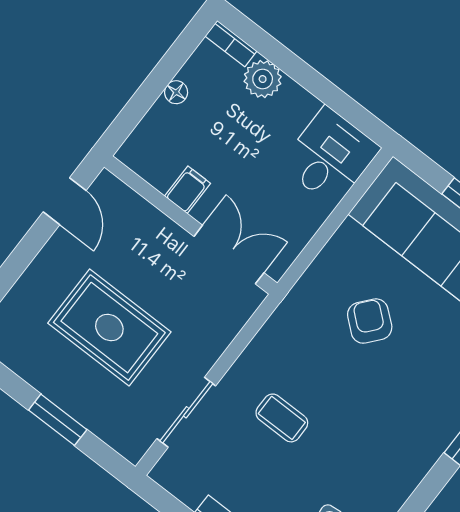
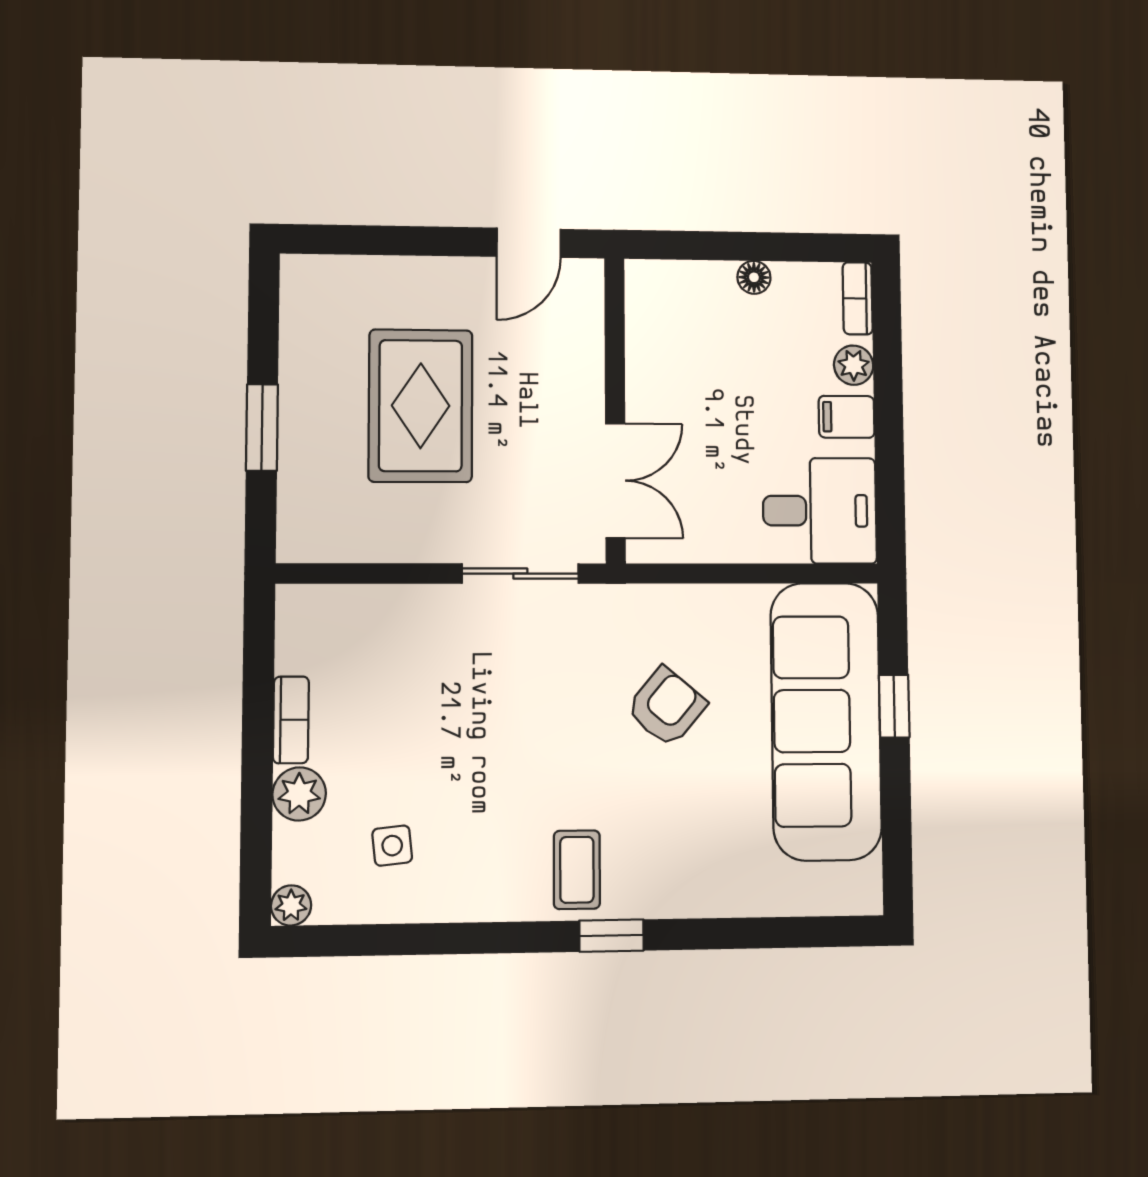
plant: (263, 79) -> (854, 365), width x0.73, depth x0.73
filing cabinet: (188, 190) -> (847, 417), moved, turned 180
sliding door: (186, 412) -> (520, 574), moved
coffee table: (282, 418) -> (577, 870), moved

